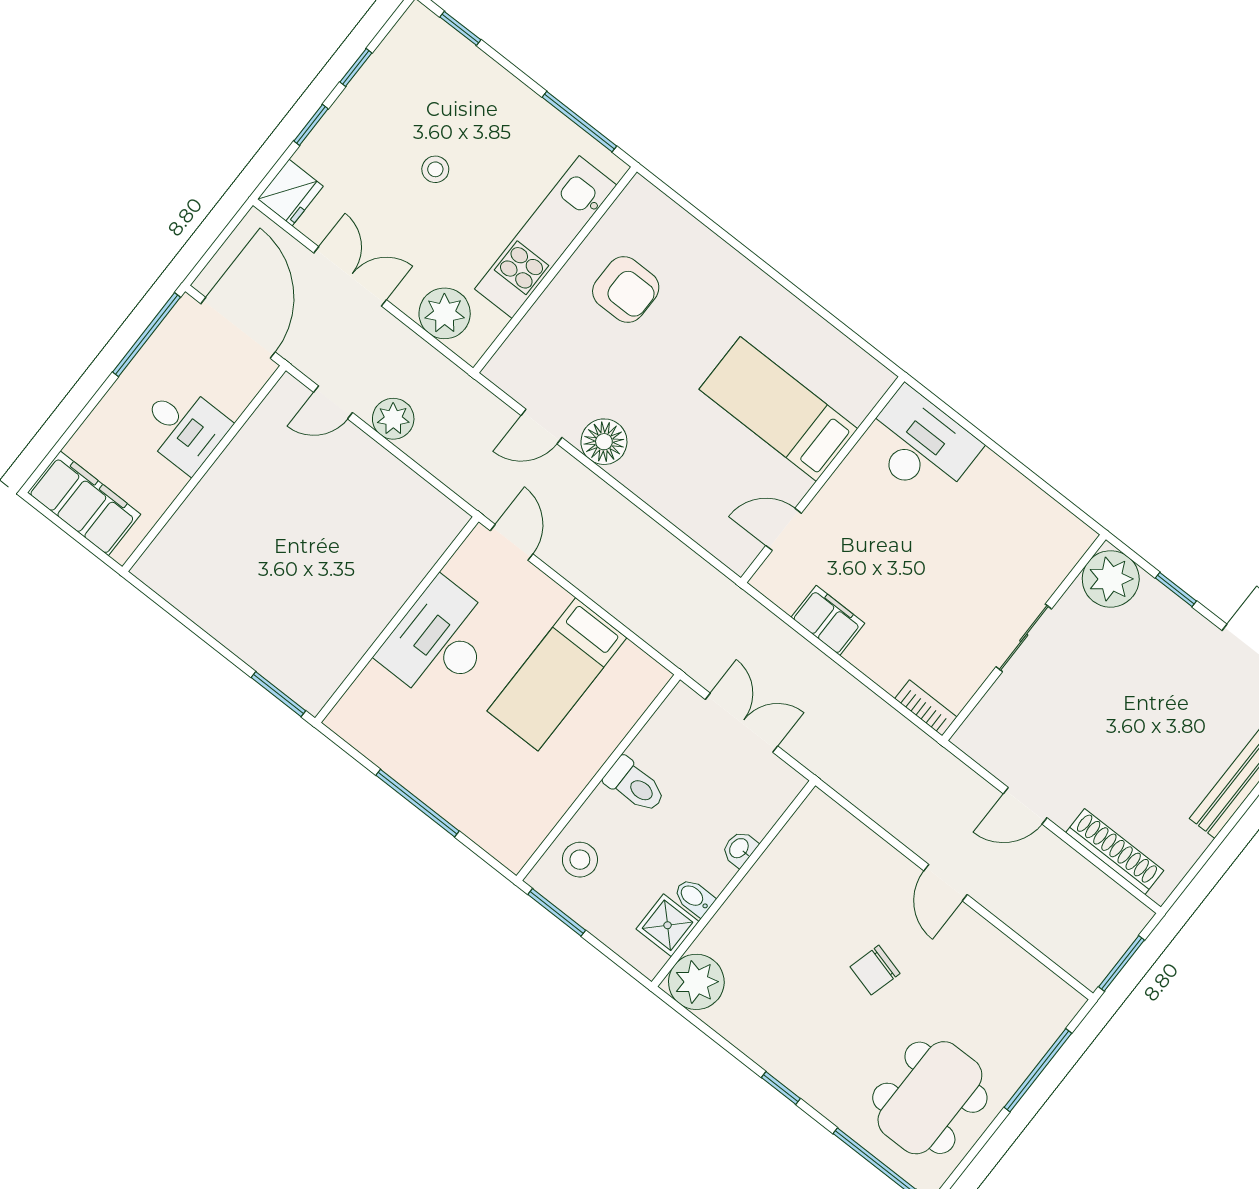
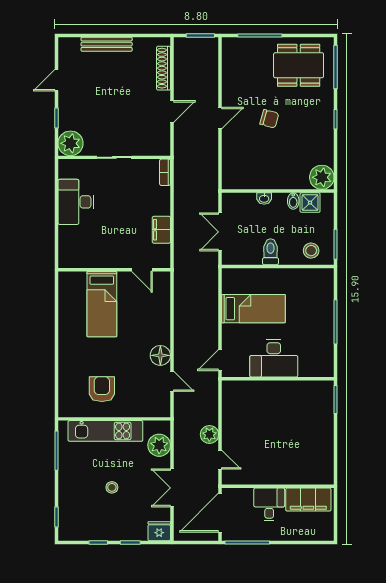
desk: (920, 445) -> (76, 202), moved
filing cabinet: (84, 503) -> (308, 500), moved, turned -90
door: (1025, 806) -> (172, 111), hinge flipped

